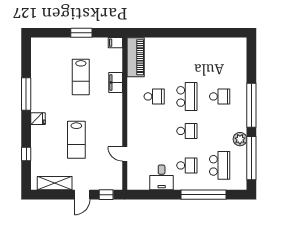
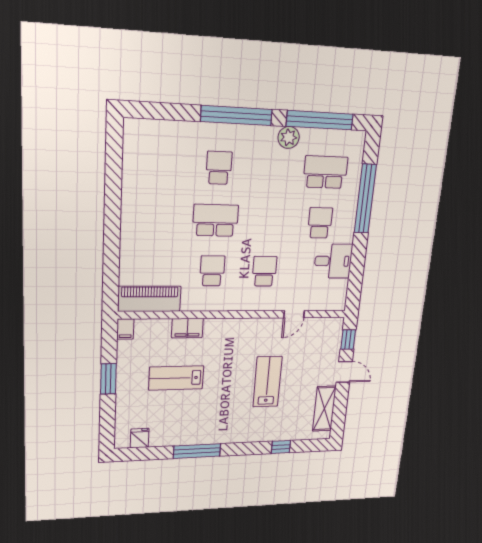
lab bench: (81, 77) -> (176, 378), turned 180
fridge: (38, 119) -> (140, 438), moved
school desk: (187, 131) -> (264, 271), moved
lab bench: (76, 140) -> (267, 382), turned -90

